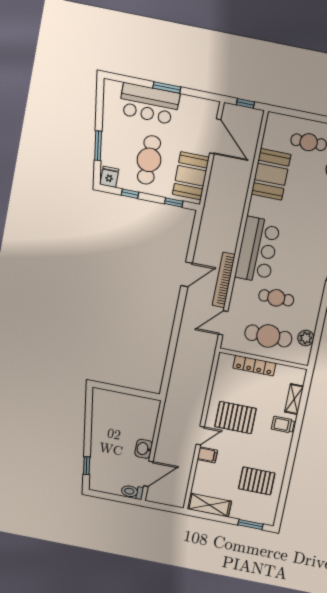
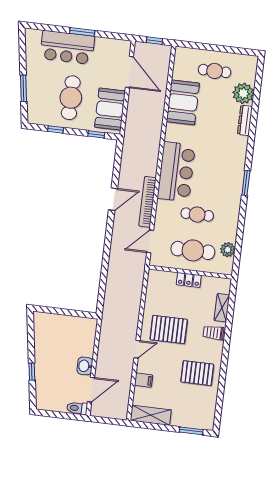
fridge: (109, 177) -> (36, 116), removed
locker: (254, 366) -> (189, 280), width x0.66
filing cabinet: (207, 455) -> (144, 380), moved
window: (87, 466) -> (32, 372), moved
pallet: (257, 481) -> (197, 373), moved

